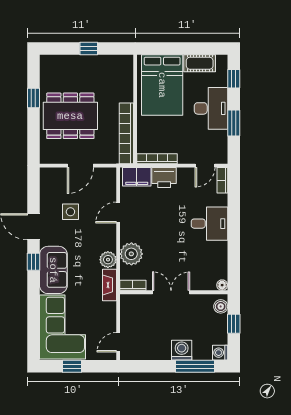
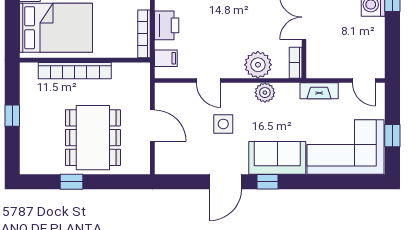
bookcase: (126, 133) -> (75, 71), moved
filing cabinet: (137, 177) -> (166, 58), width x0.50
side table: (70, 212) -> (223, 124), moved
fireplace: (109, 285) -> (319, 91), moved

